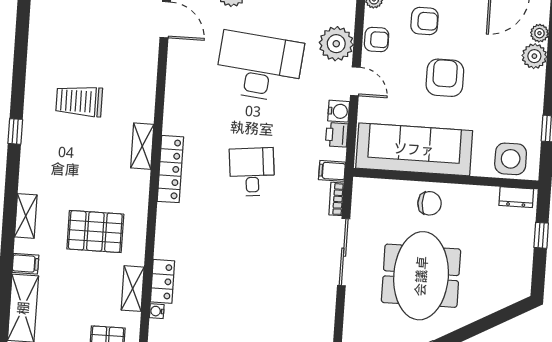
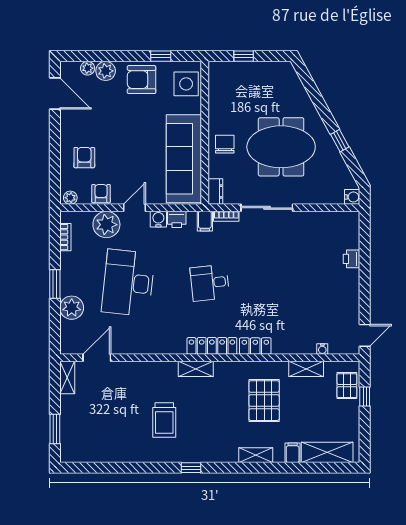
armchair: (445, 78) -> (142, 80), moved
dresser: (516, 197) -> (215, 192), moved
locker: (163, 281) -> (255, 346), moved

